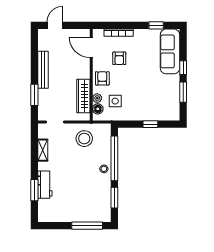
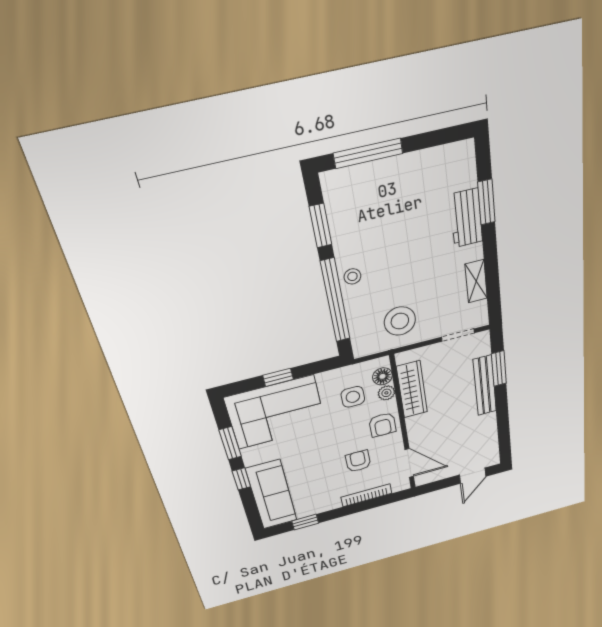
bench: (43, 70) -> (485, 386), moved
corner sofa: (156, 104) -> (276, 412), added

